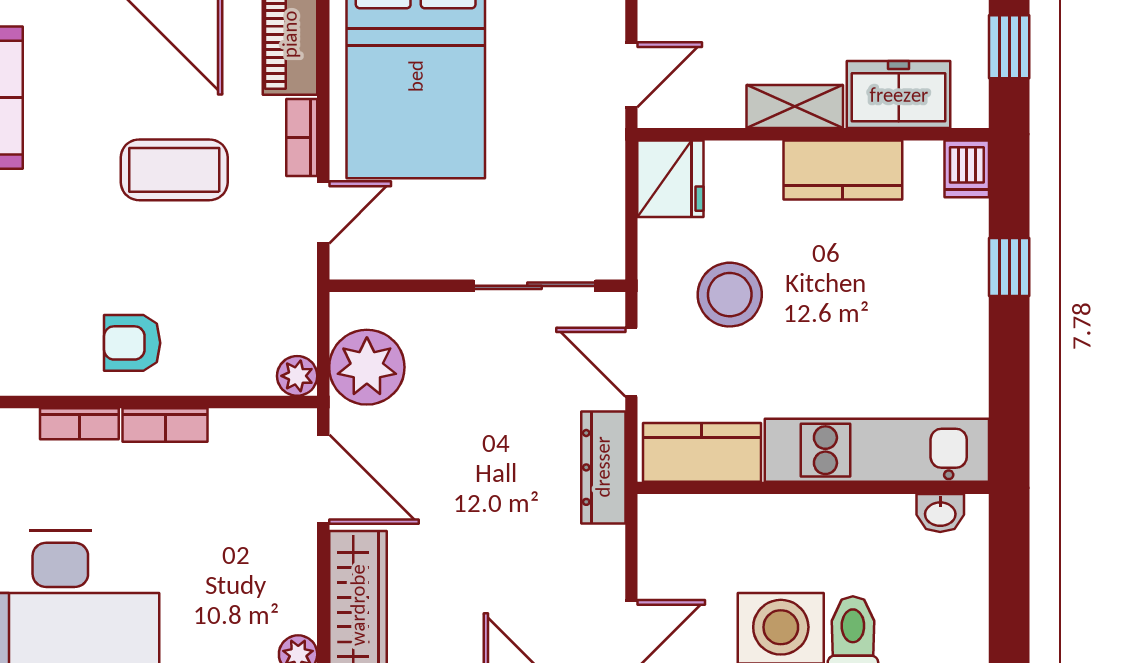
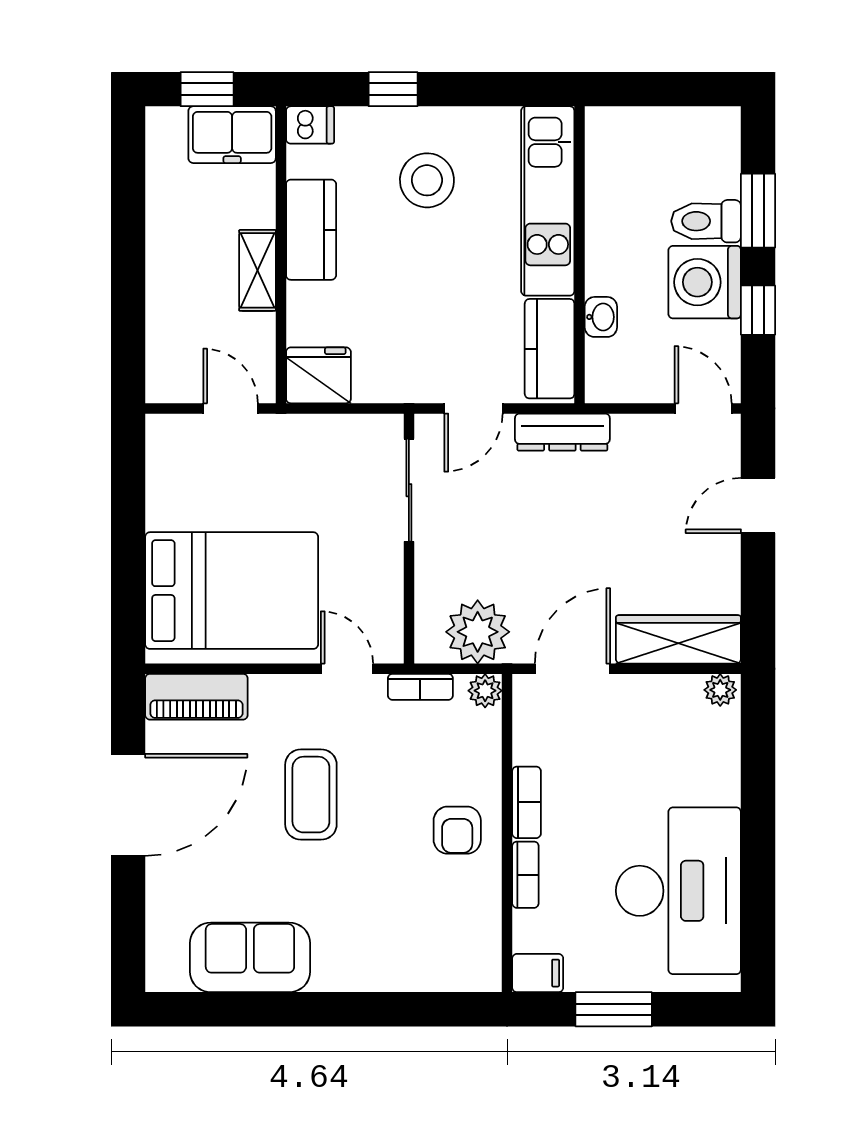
freezer: (899, 95) -> (232, 135), moved, turned -90
bookcase: (302, 138) -> (420, 687), moved
stool: (730, 295) -> (427, 180), moved
washbasin: (940, 513) -> (601, 317), moved

